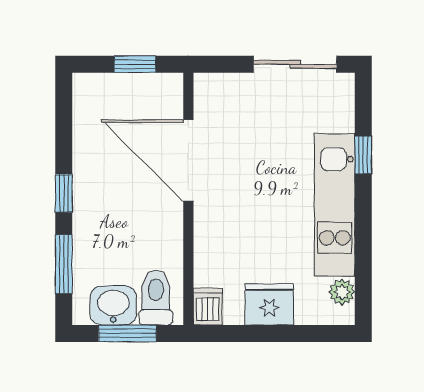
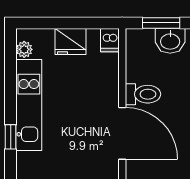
toilet: (156, 298) -> (143, 94), moved, turned -90

